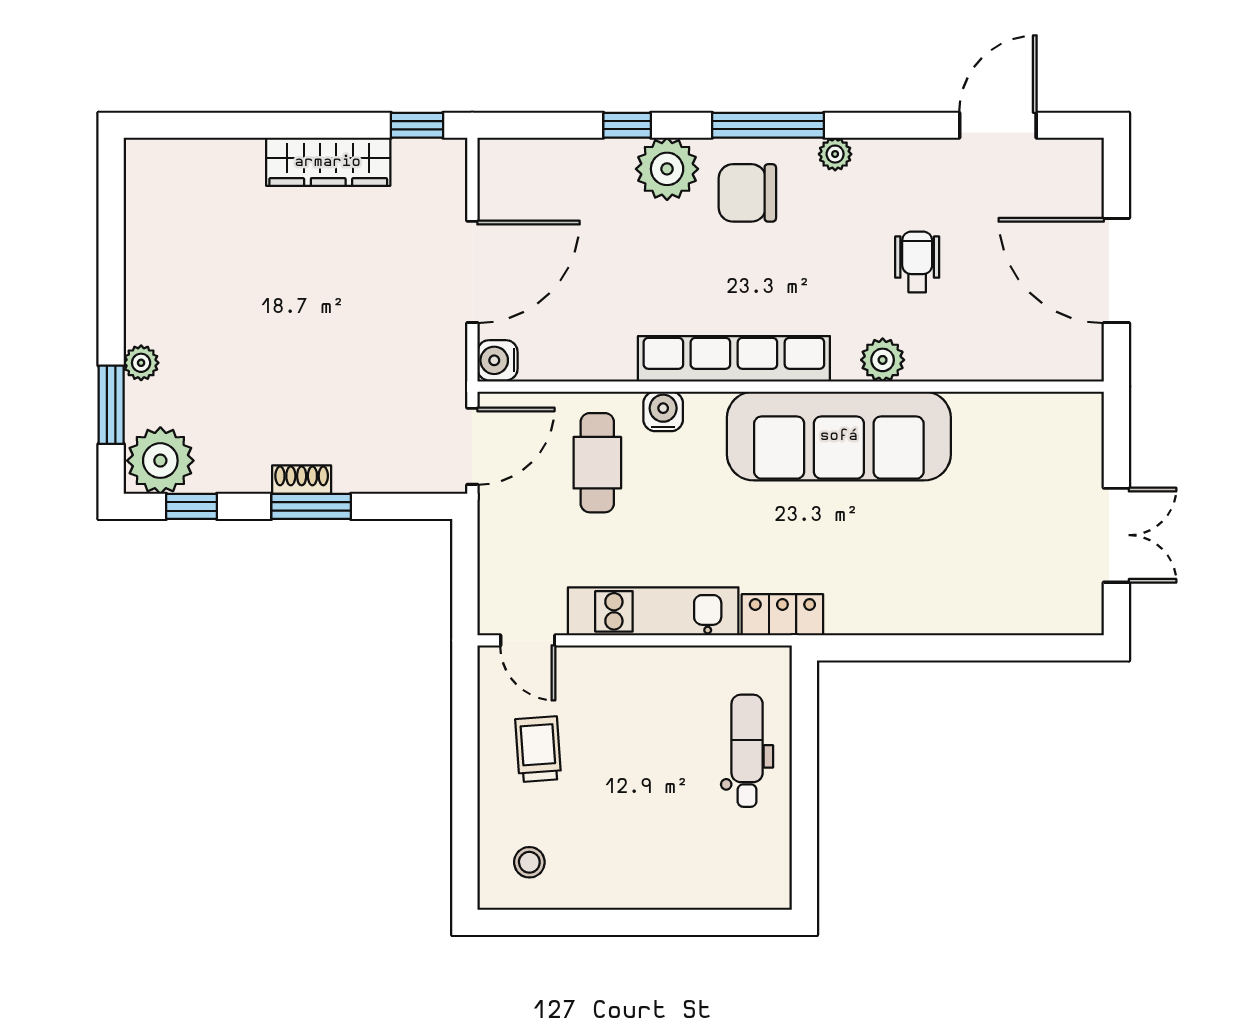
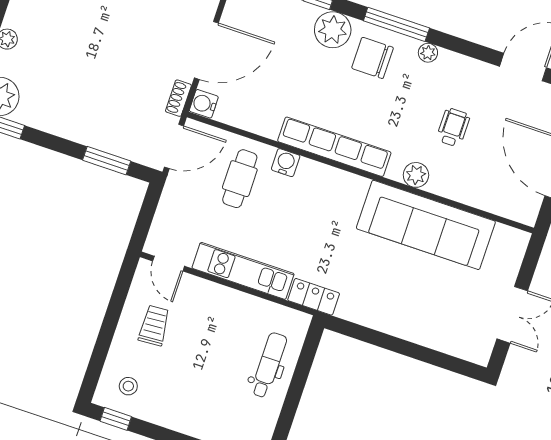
sofa: (839, 436) -> (426, 225), moved
shoe rack: (302, 480) -> (178, 98), moved, turned -90
window: (311, 506) -> (107, 161), moved
window: (527, 922) -> (116, 419), added

